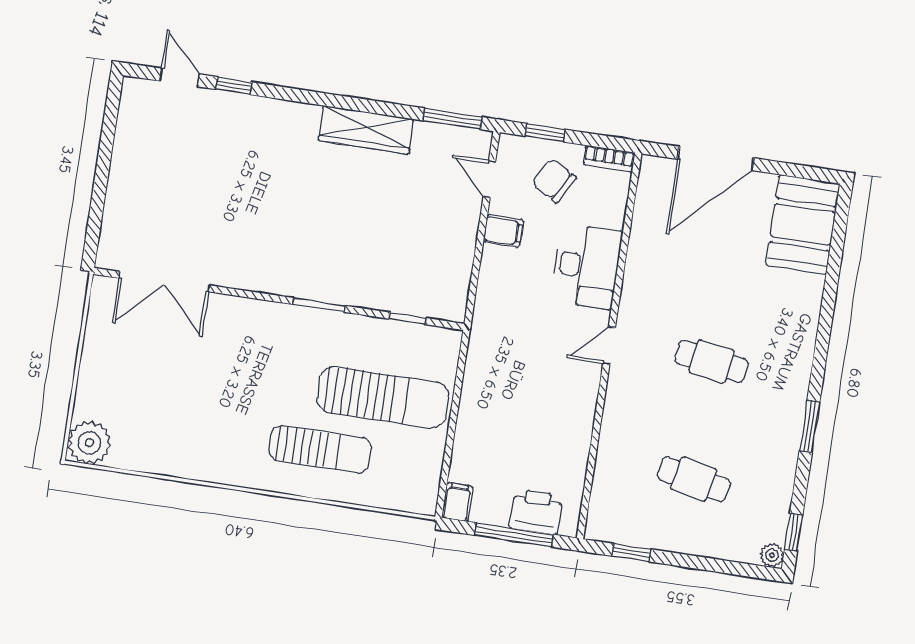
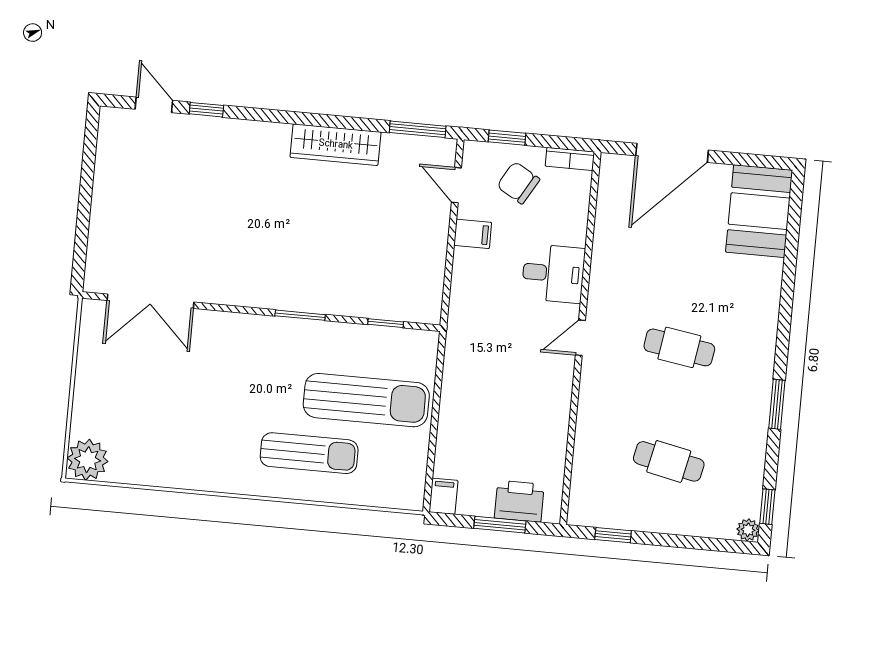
desk: (586, 266) -> (553, 273), width x0.73
window: (514, 535) -> (500, 525), width x0.69

